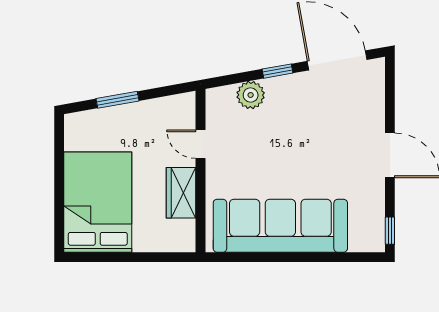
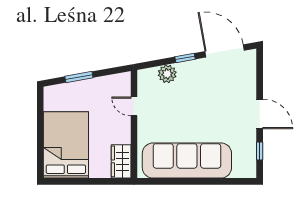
wardrobe: (181, 193) -> (121, 161), moved
window: (390, 231) -> (260, 151), moved

